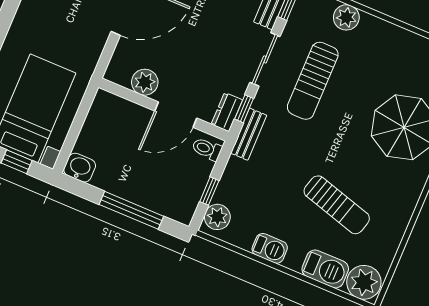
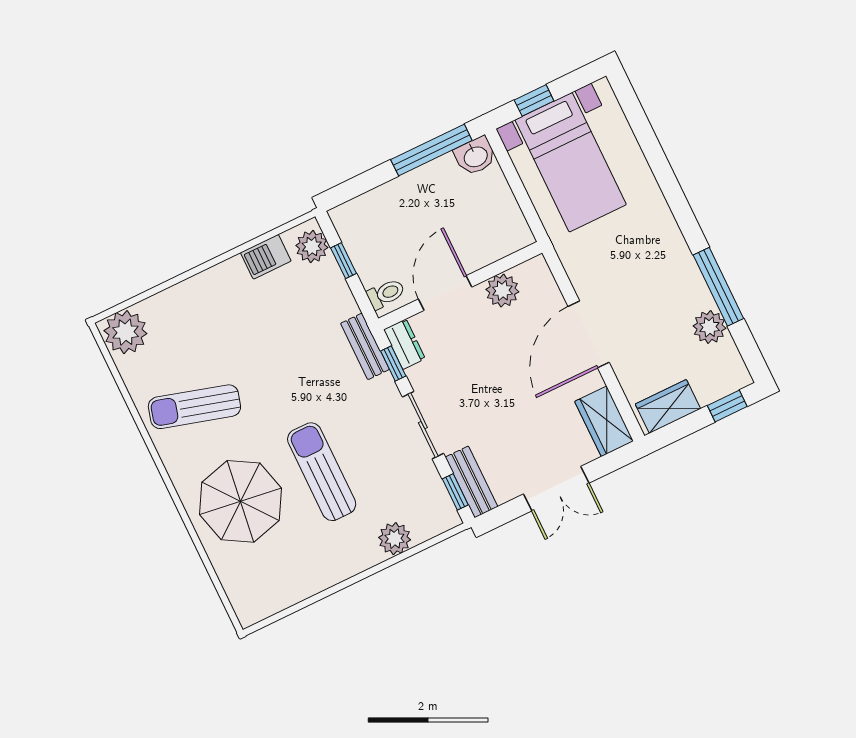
sun lounger: (313, 81) -> (322, 472), moved
sun lounger: (337, 205) -> (194, 407), moved
window: (131, 210) -> (431, 150), moved
barbecue: (270, 248) -> (266, 257), moved
barbecue: (325, 269) -> (171, 306), removed

